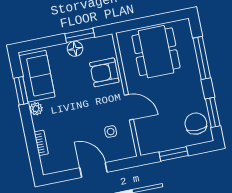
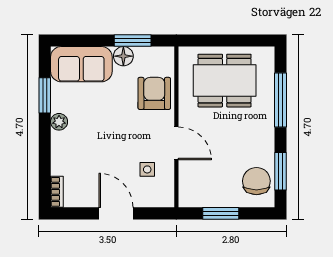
dining table: (156, 52) -> (225, 81), turned 90
armchair: (104, 72) -> (154, 93), turned 90
sofa: (37, 76) -> (81, 64), moved, turned 90
bookcase: (41, 143) -> (57, 192), moved

